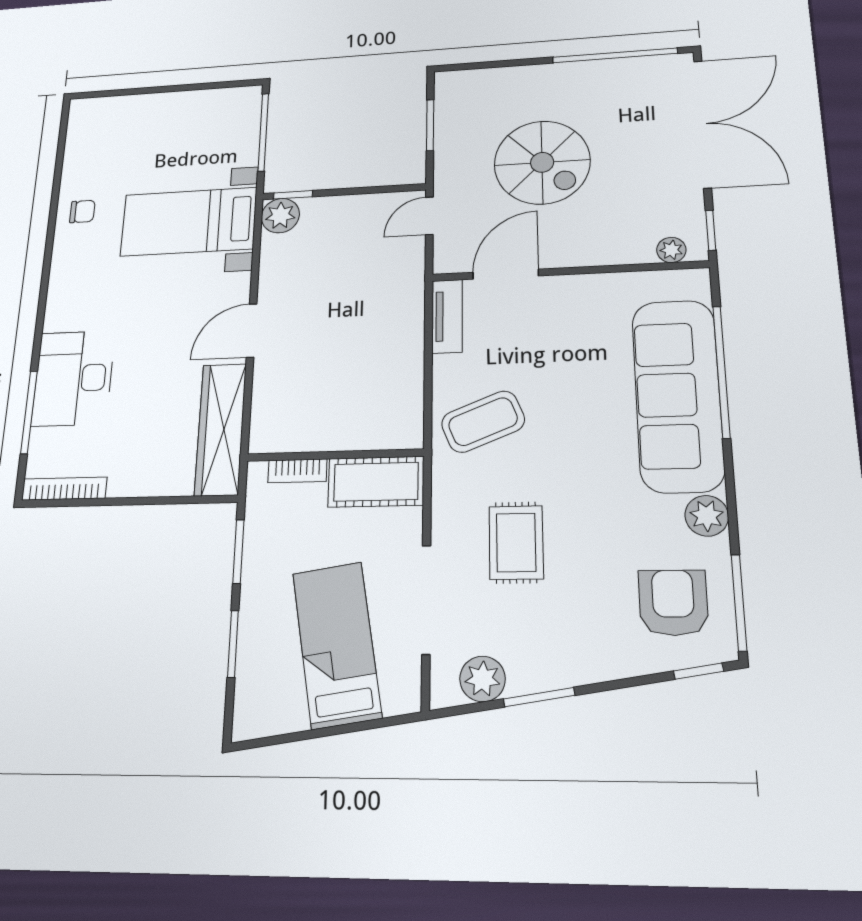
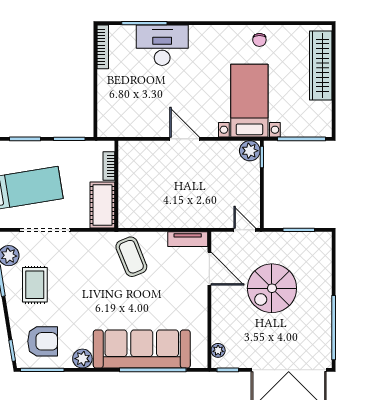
wardrobe: (221, 429) -> (321, 65), moved, turned -90
rug: (516, 542) -> (35, 285), moved, turned 90

